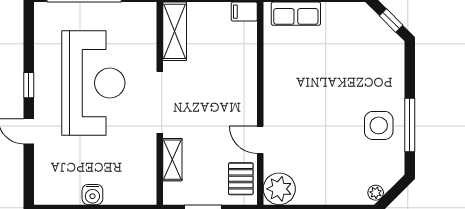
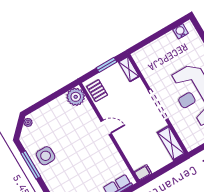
door: (260, 140) -> (106, 127), moved
shelving: (172, 160) -> (129, 69), moved
water cooler: (92, 195) -> (181, 31), moved

